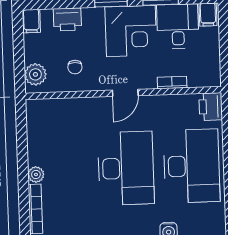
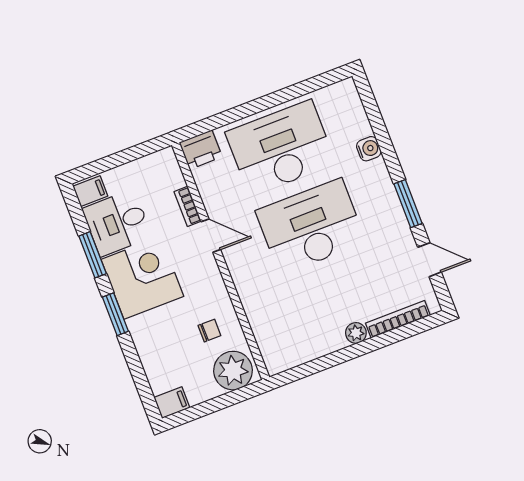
printer: (67, 19) -> (155, 360), removed
plant: (35, 74) -> (233, 371), width x1.36, depth x1.36
door: (125, 93) -> (211, 236), moved

